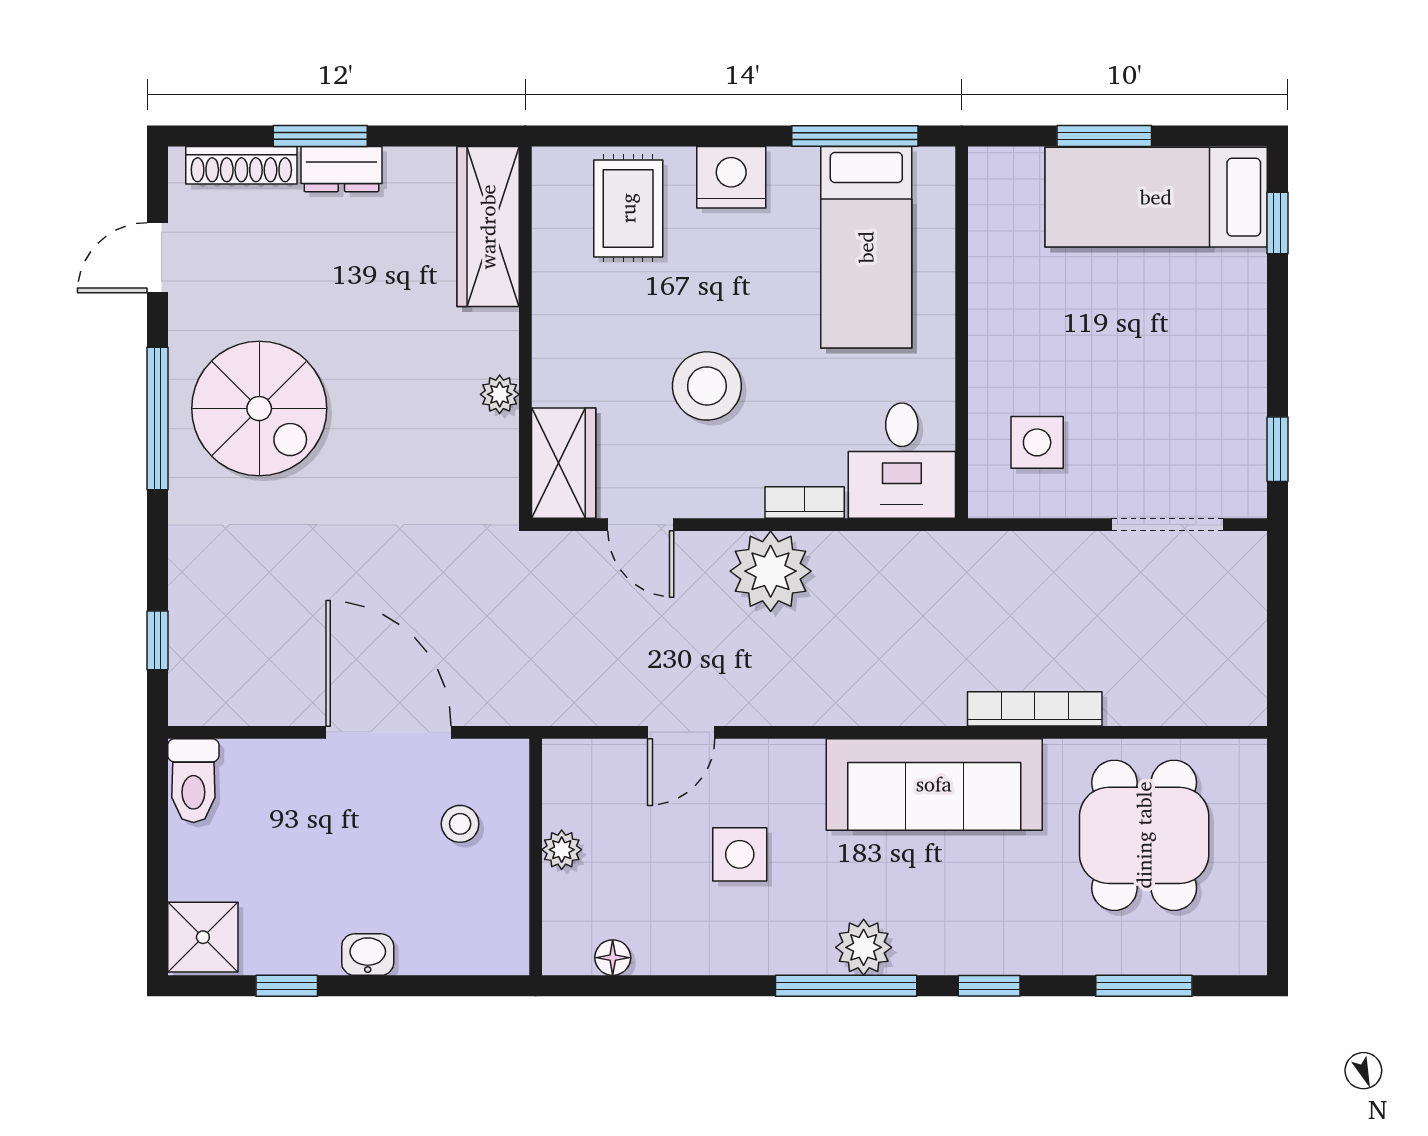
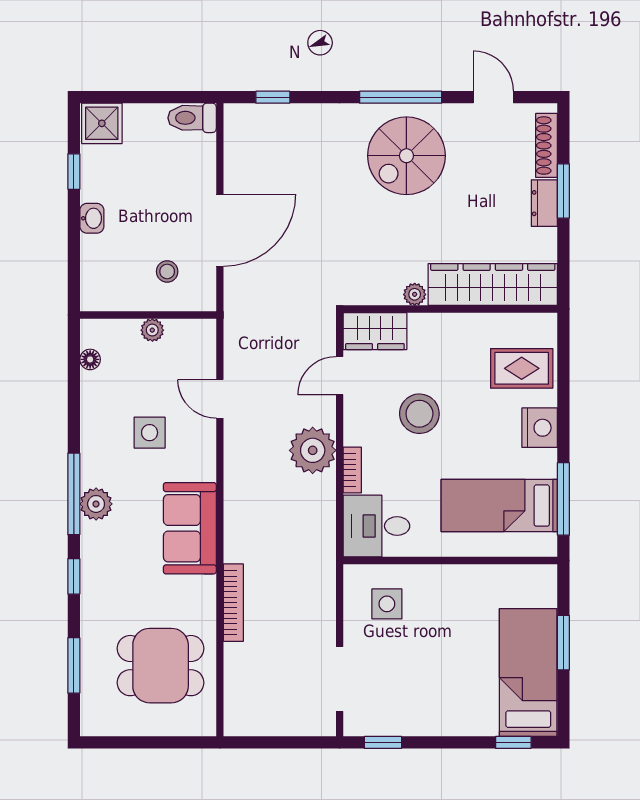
wardrobe: (488, 227) -> (493, 285), width x1.40, depth x1.17
sofa: (934, 784) -> (190, 528), width x0.73

